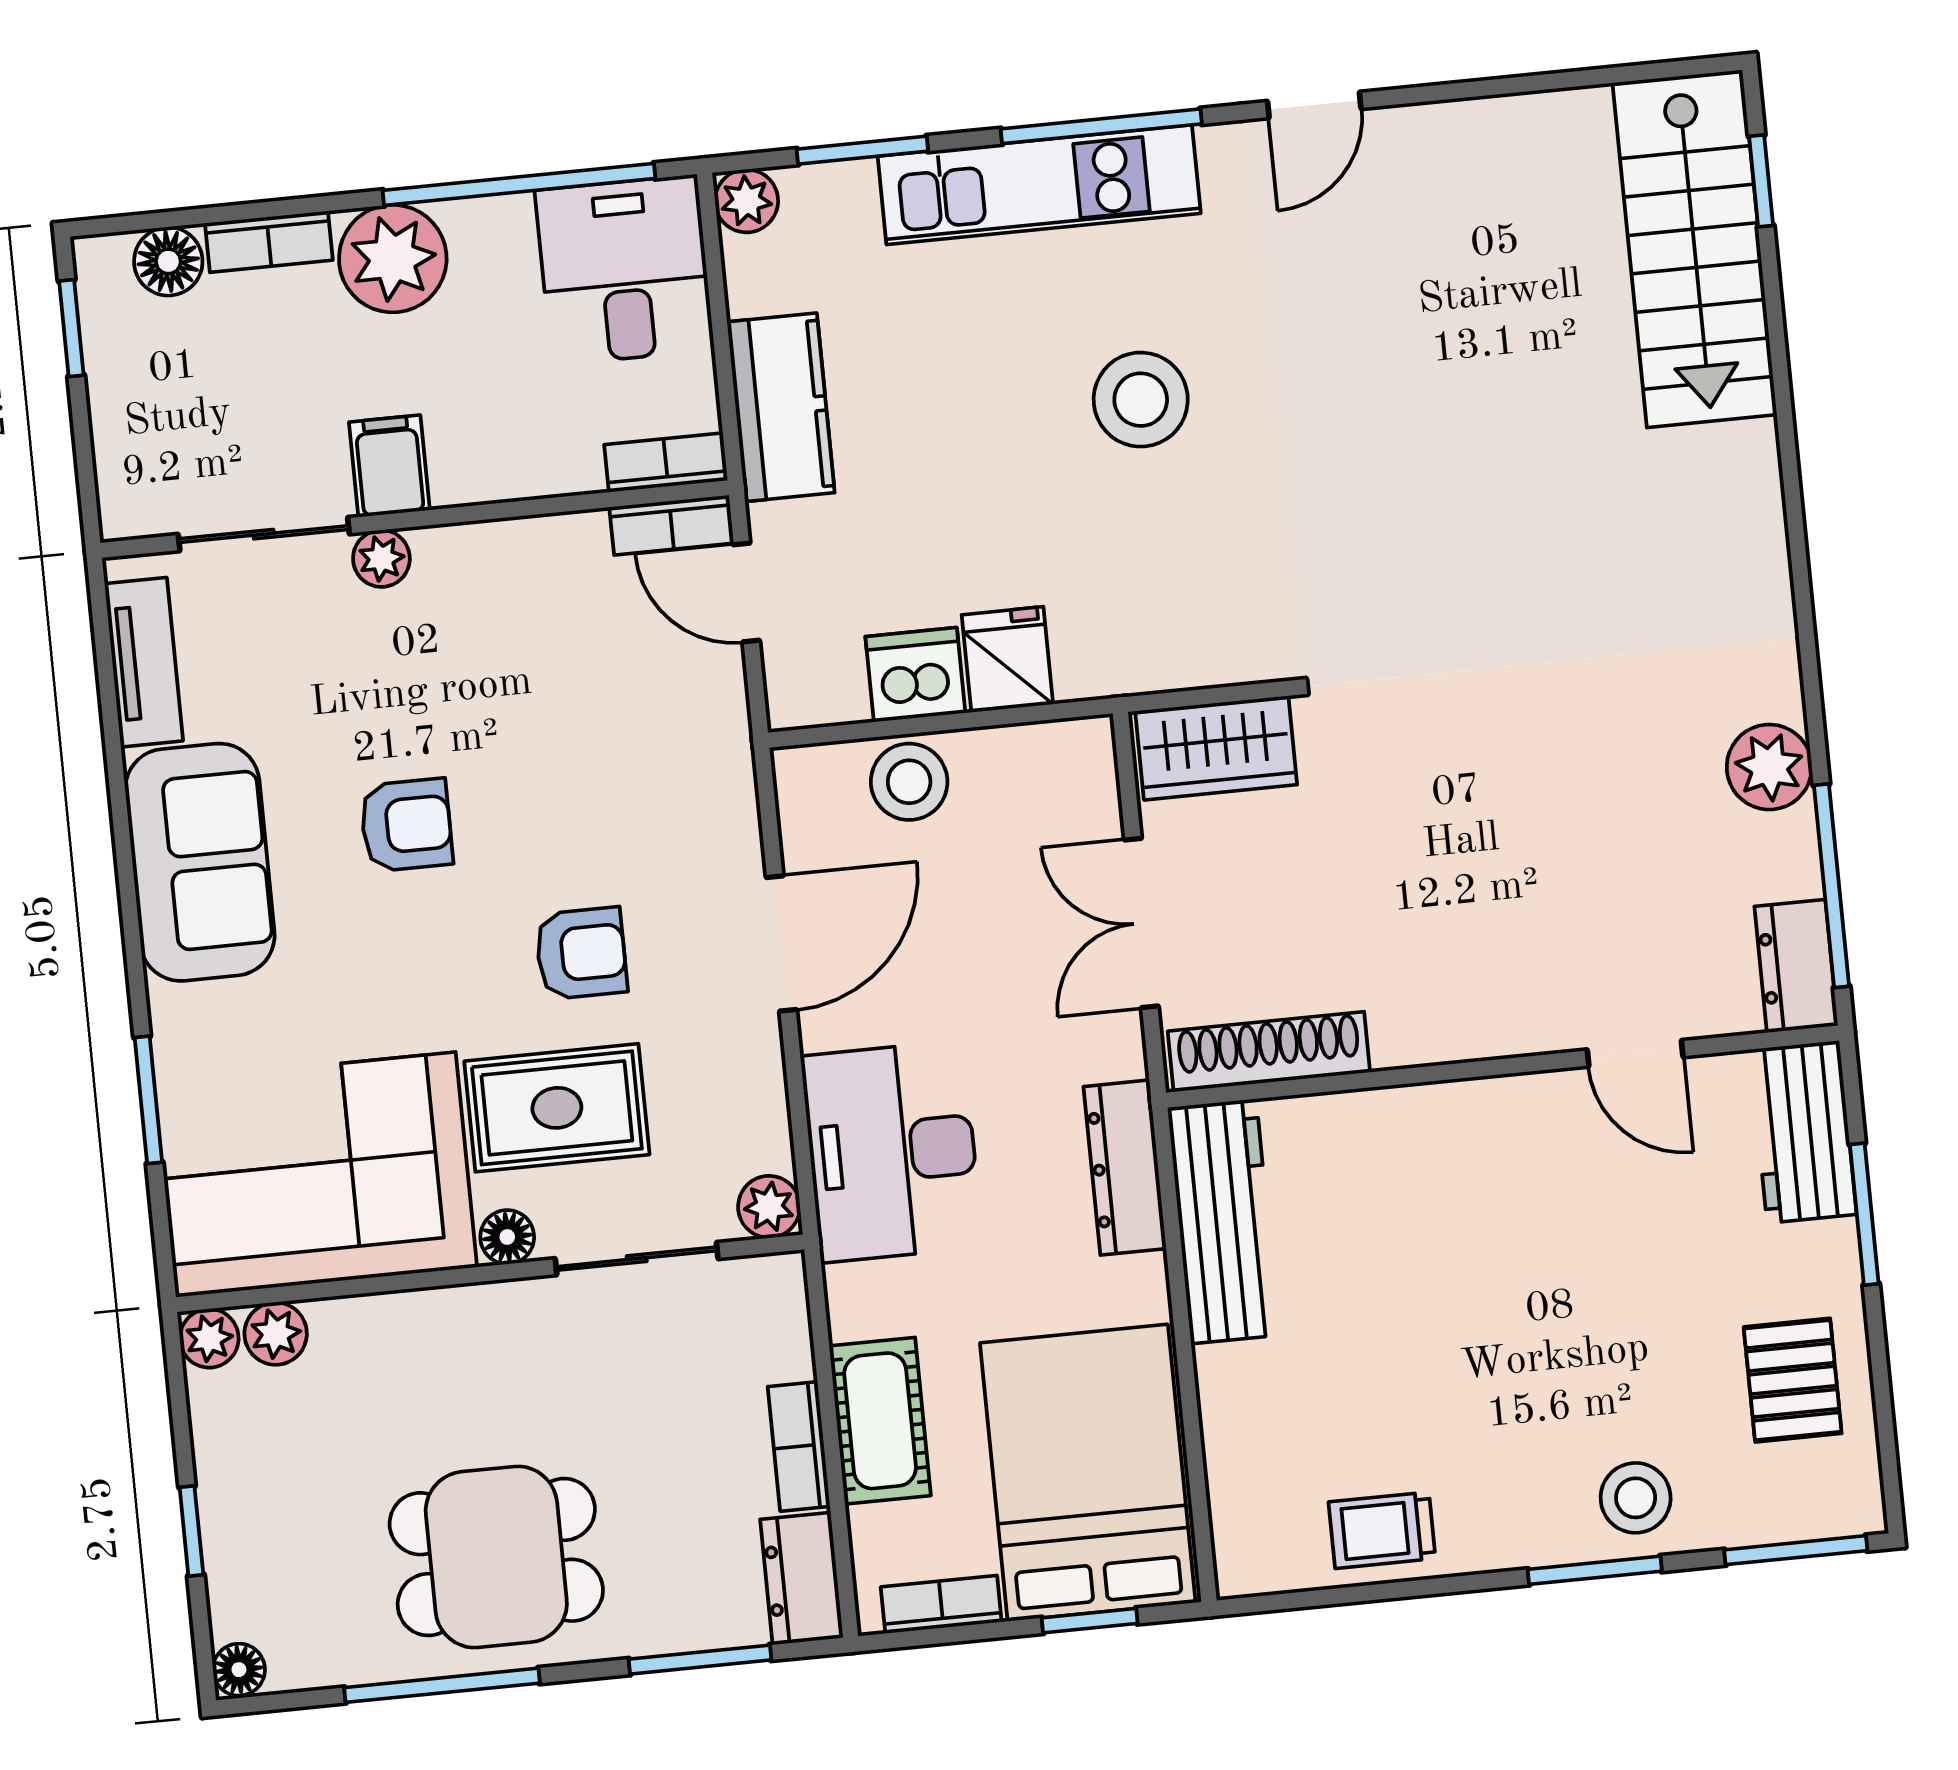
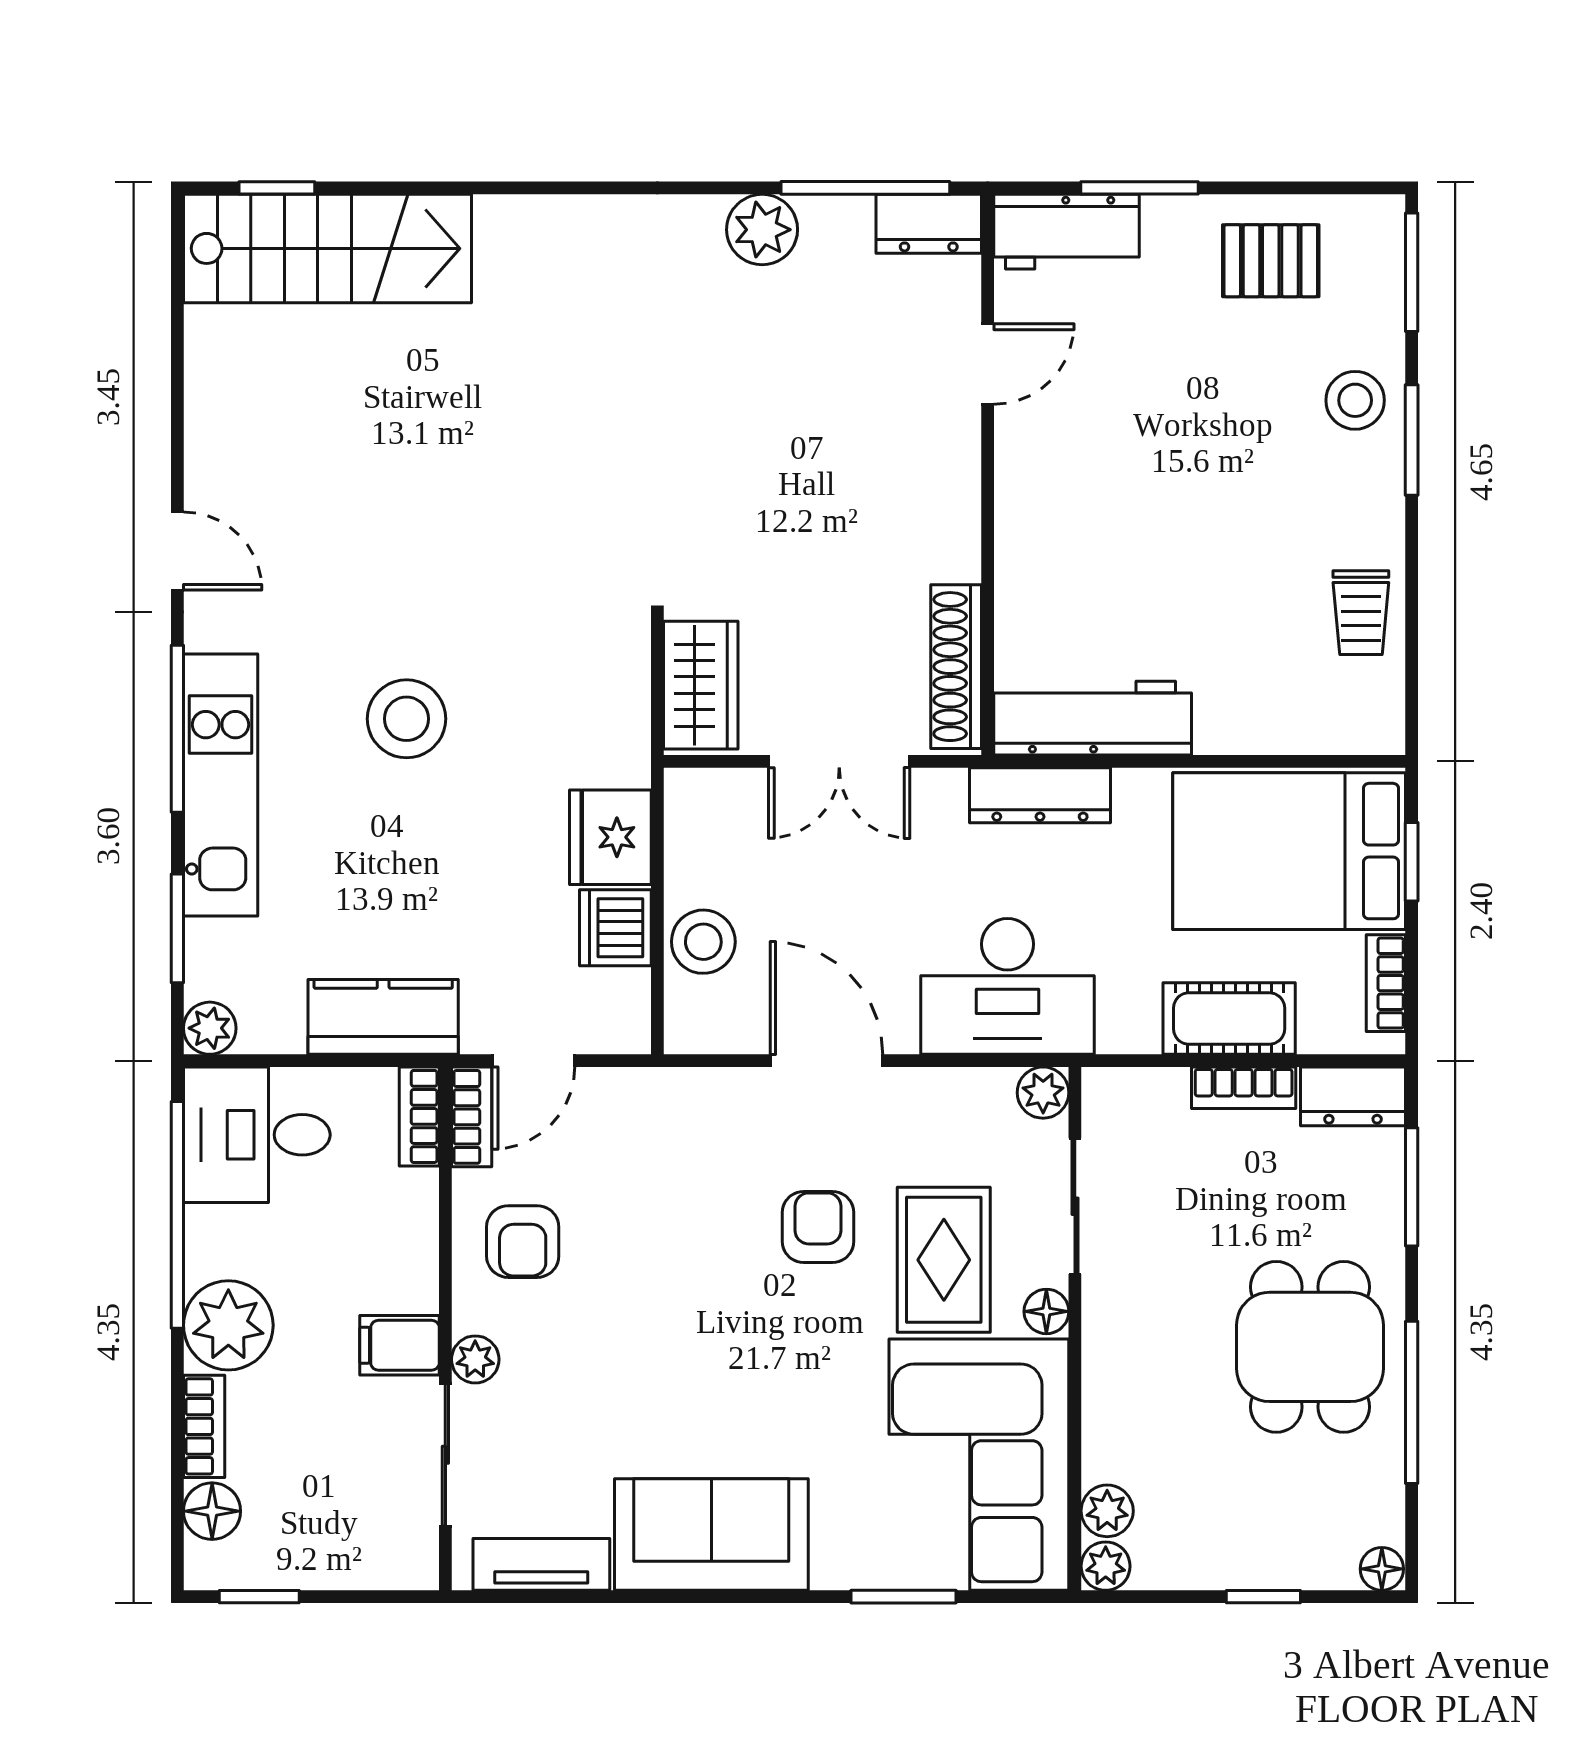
fridge: (1007, 659) -> (610, 837), width x1.38
armchair: (406, 825) -> (523, 1242), moved, turned 180

